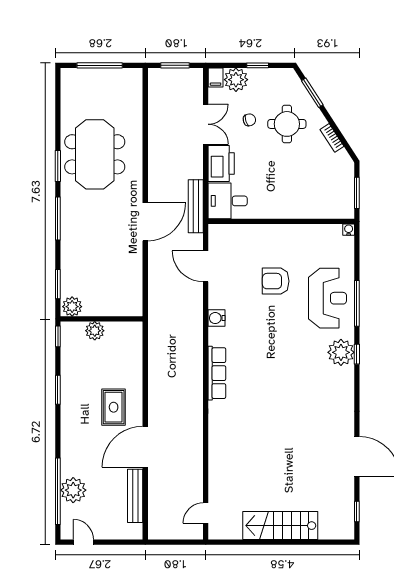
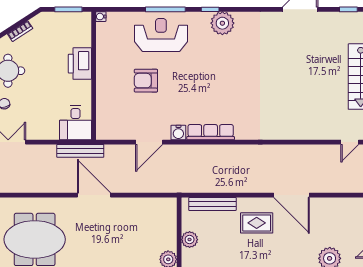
printer: (221, 163) -> (80, 64), moved, turned -90
door: (206, 266) -> (149, 142), moved
armchair: (276, 281) -> (146, 81), turned 90
plant: (341, 352) -> (222, 23), moved
row of seats: (217, 373) -> (211, 132), moved
bench: (135, 496) -> (212, 204), moved
door: (206, 513) -> (350, 142), hinge flipped

